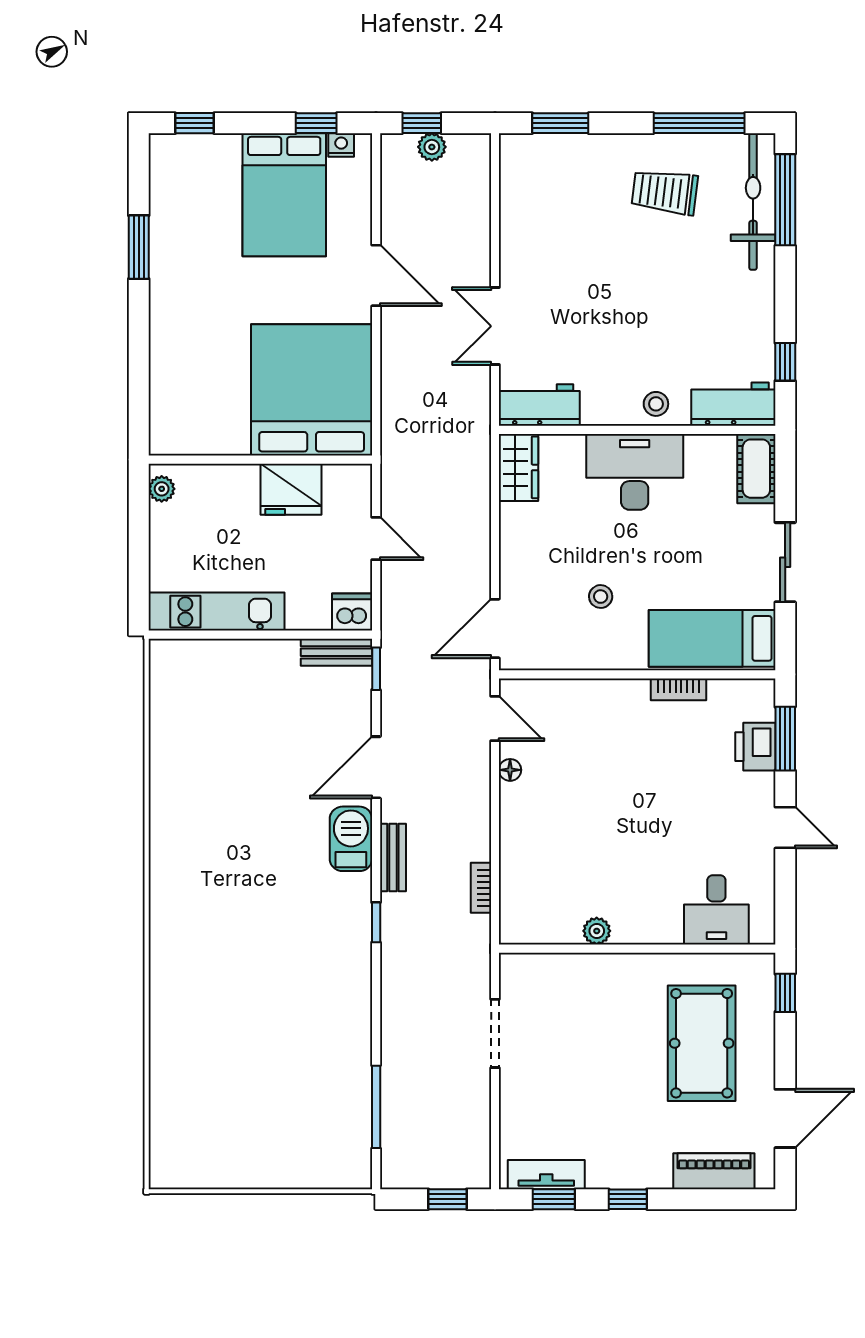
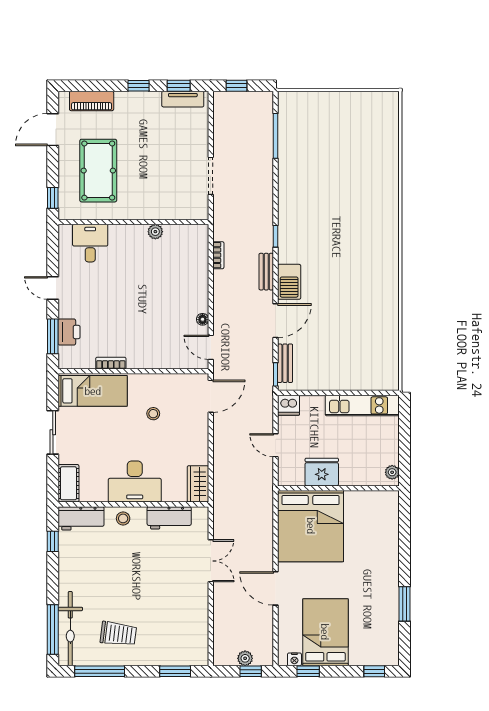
workbench: (539, 405) -> (169, 518), moved
bench: (336, 652) -> (285, 363), moved, turned 90

